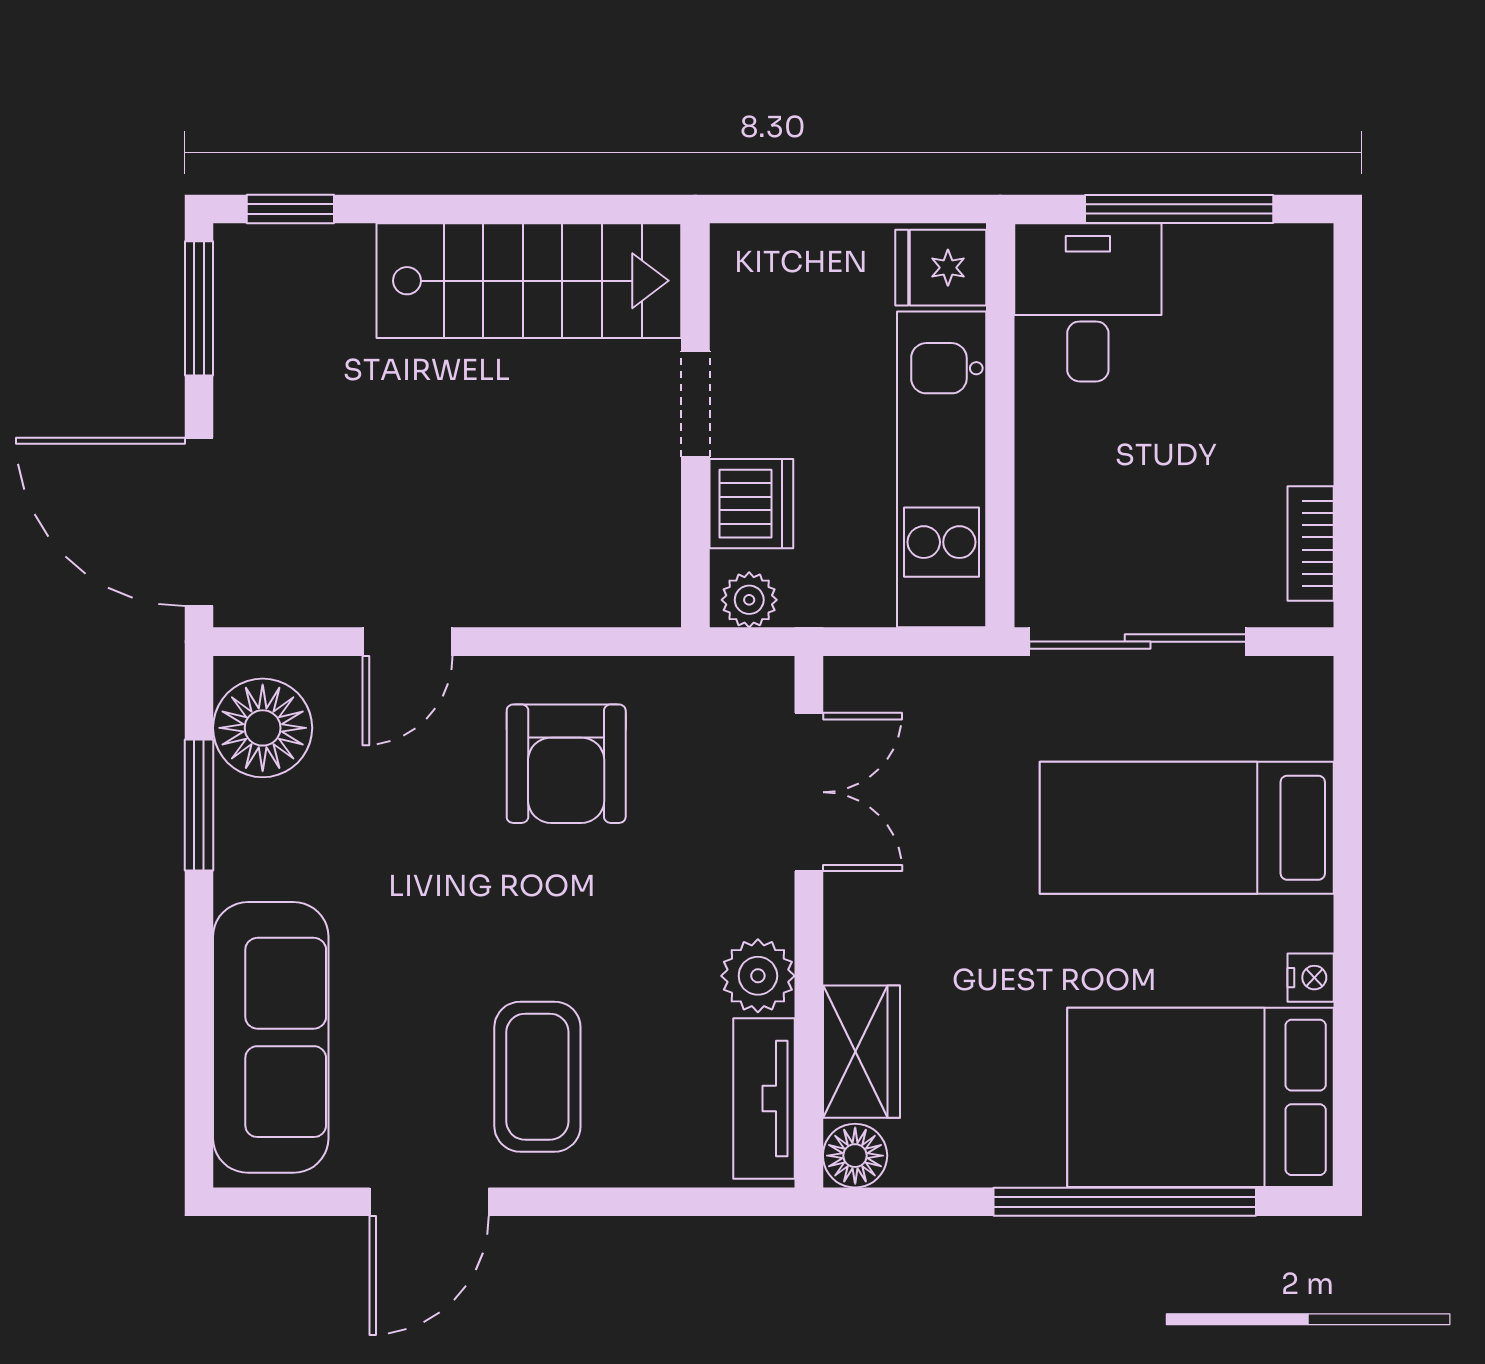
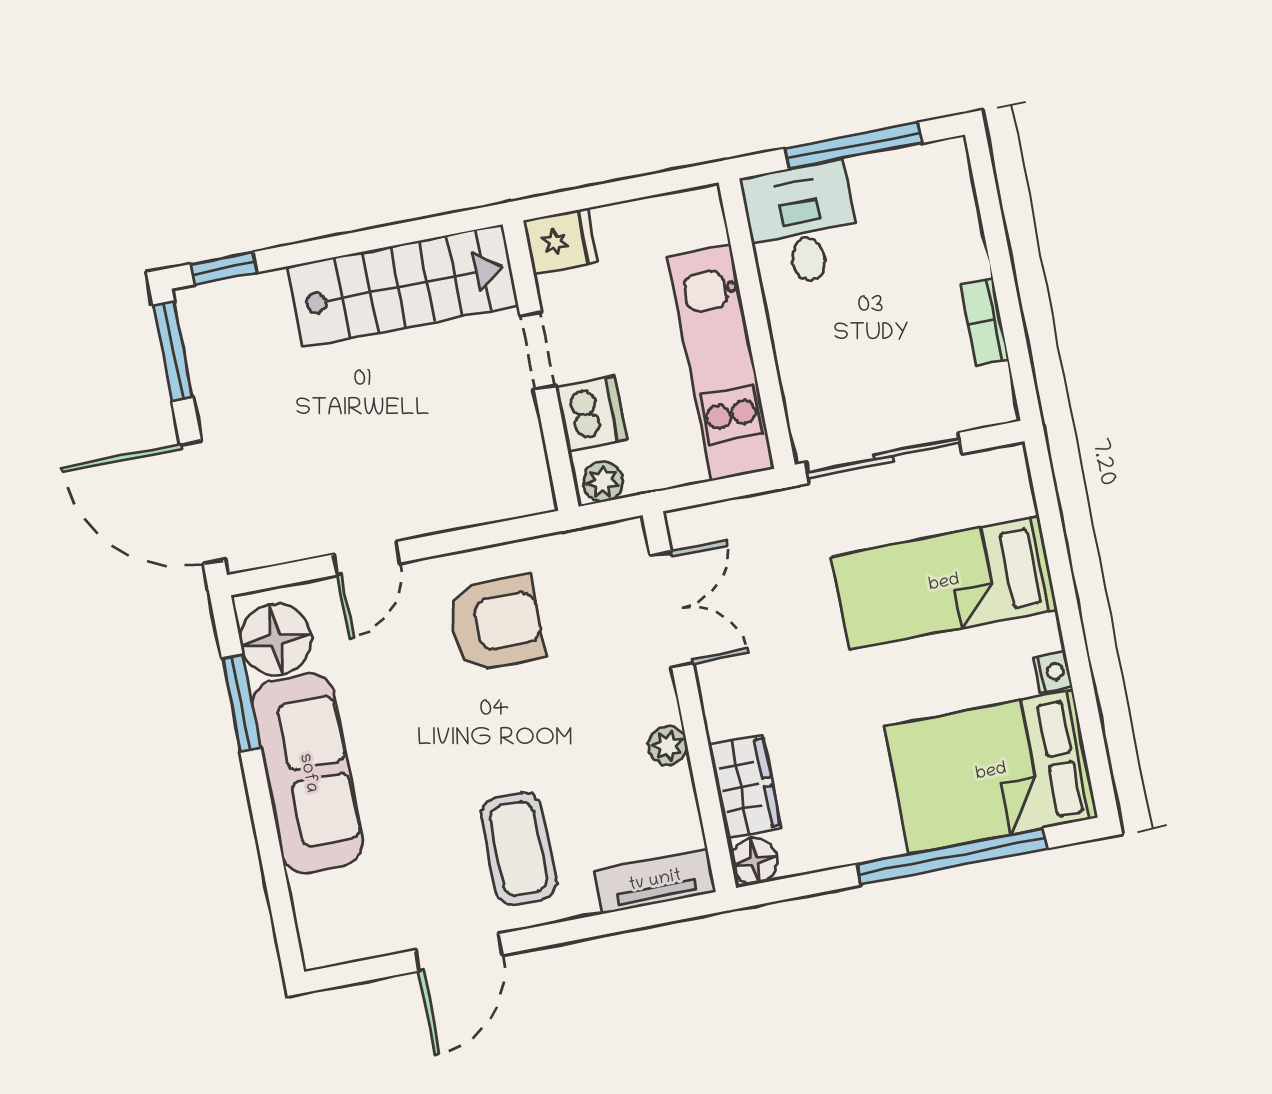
fridge: (941, 268) -> (560, 241), moved, turned 180
bookcase: (1311, 544) -> (985, 322), moved
armchair: (566, 764) -> (496, 623), turned -90
plant: (758, 976) -> (668, 746), width x0.73, depth x0.73
sofa: (271, 1037) -> (308, 773), moved
tv unit: (764, 1098) -> (655, 881), moved, turned 90

